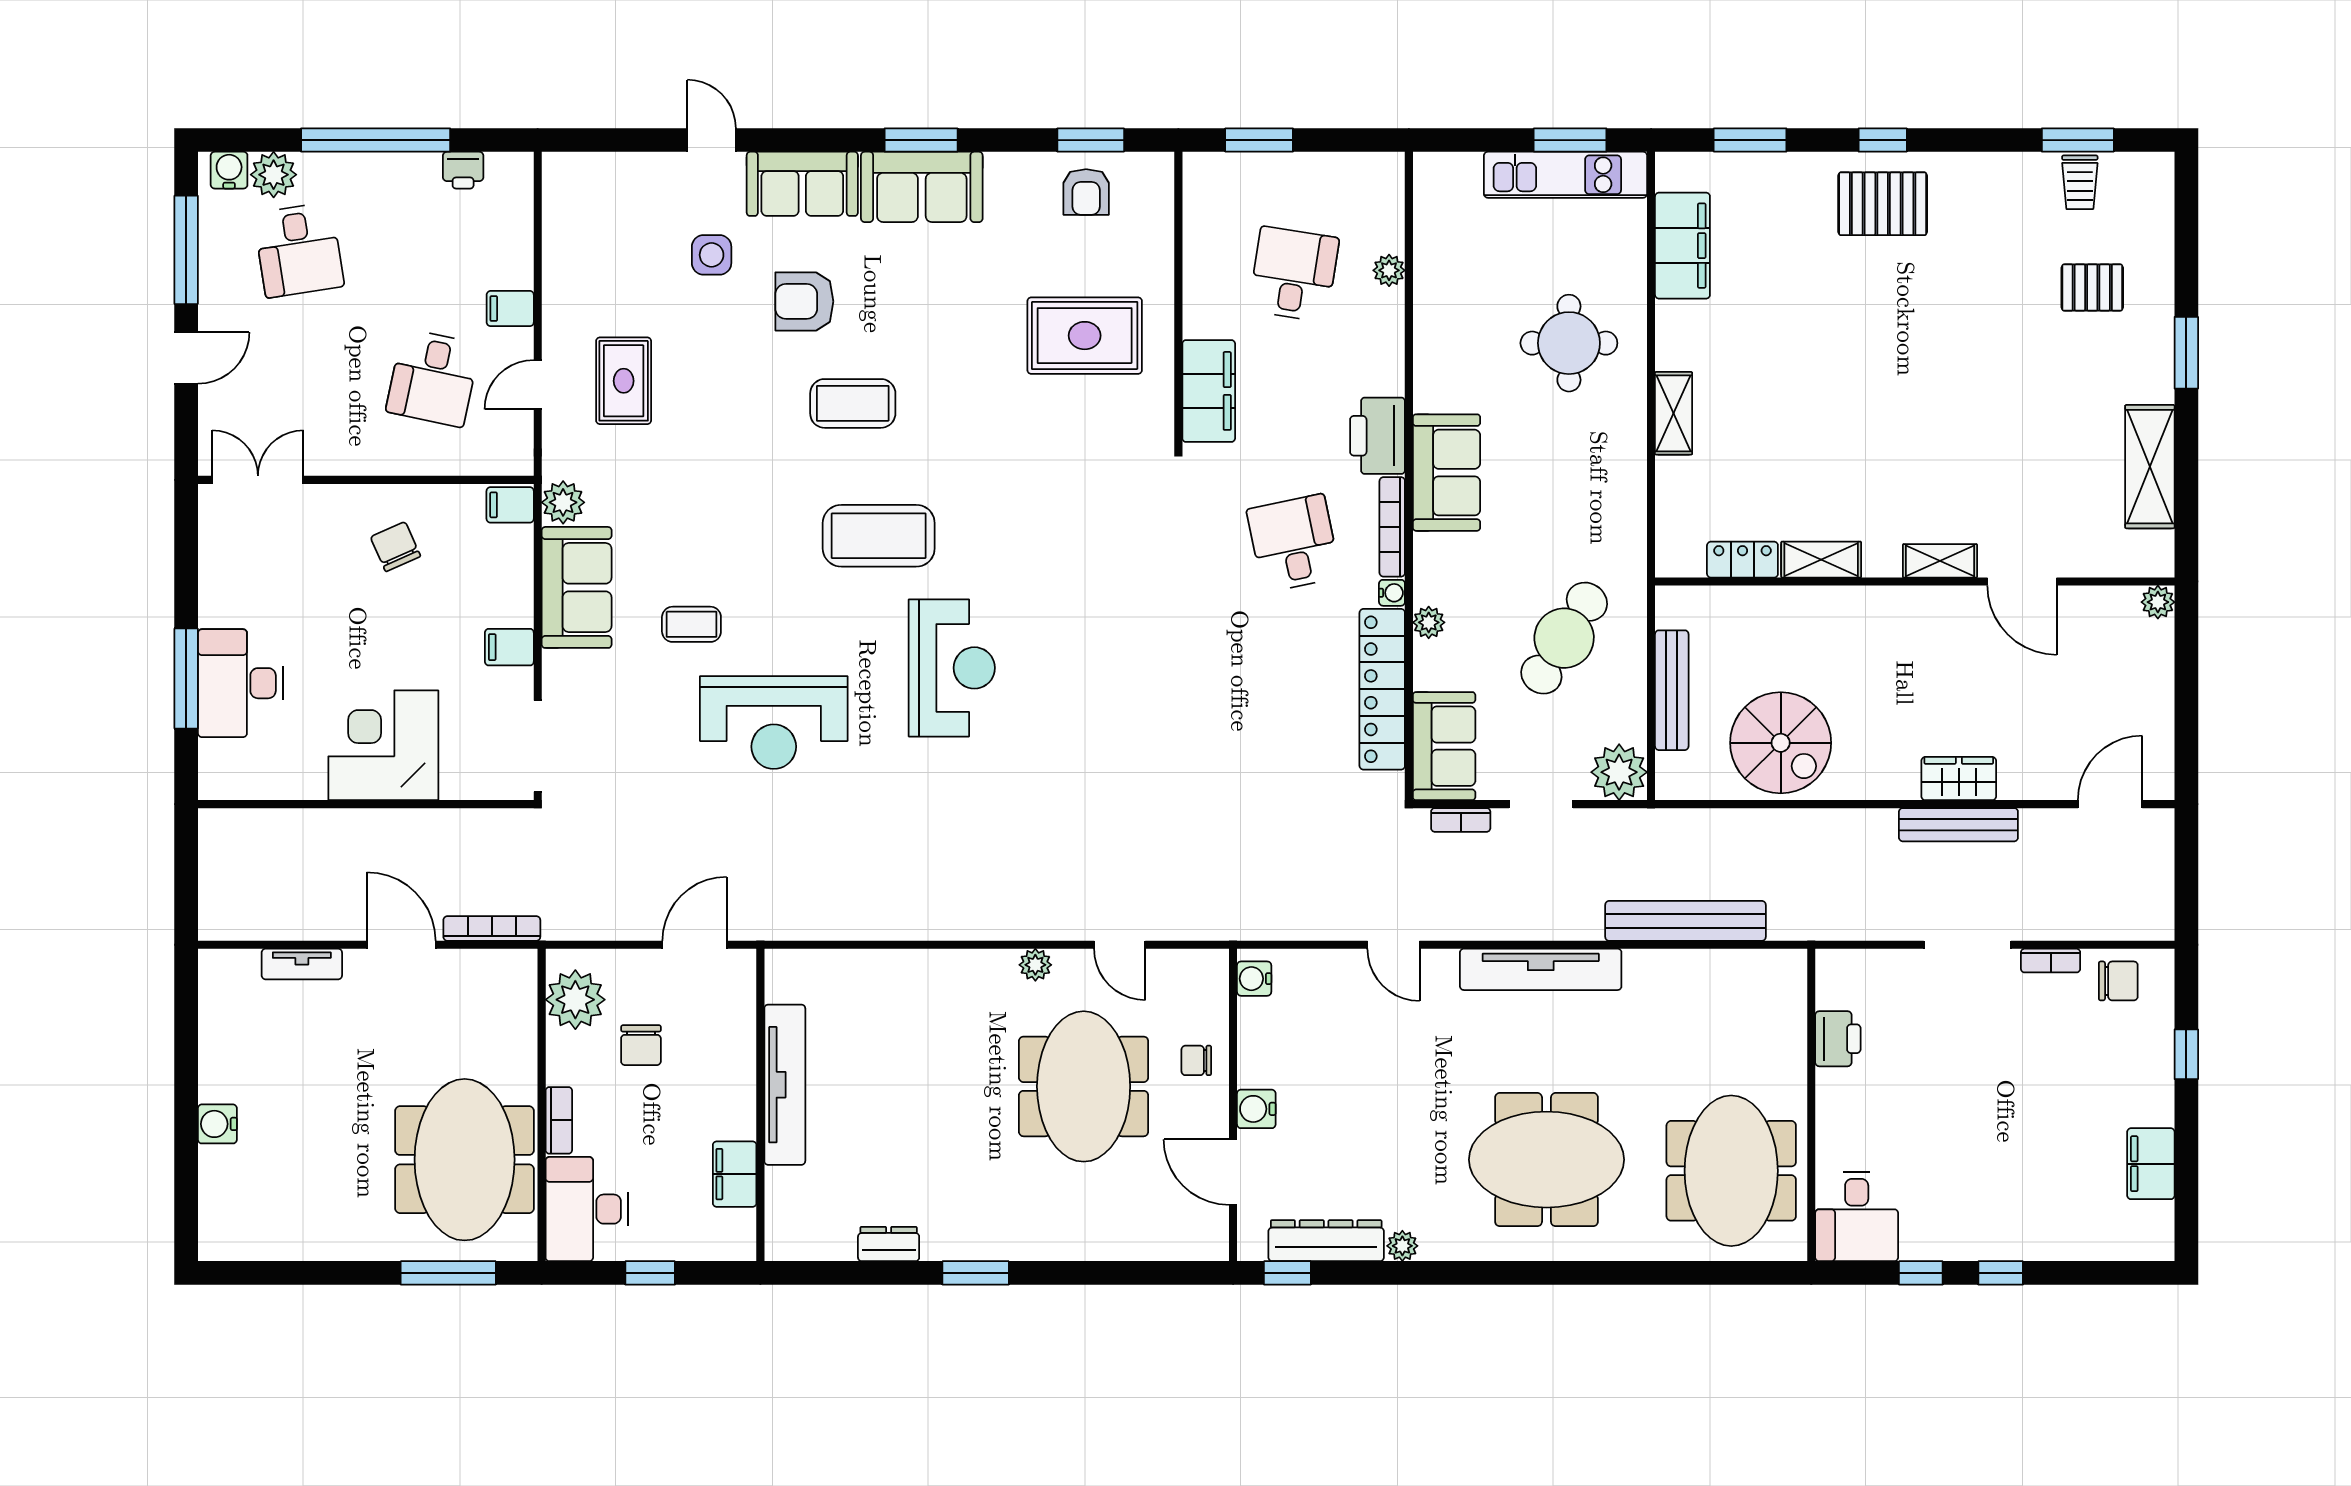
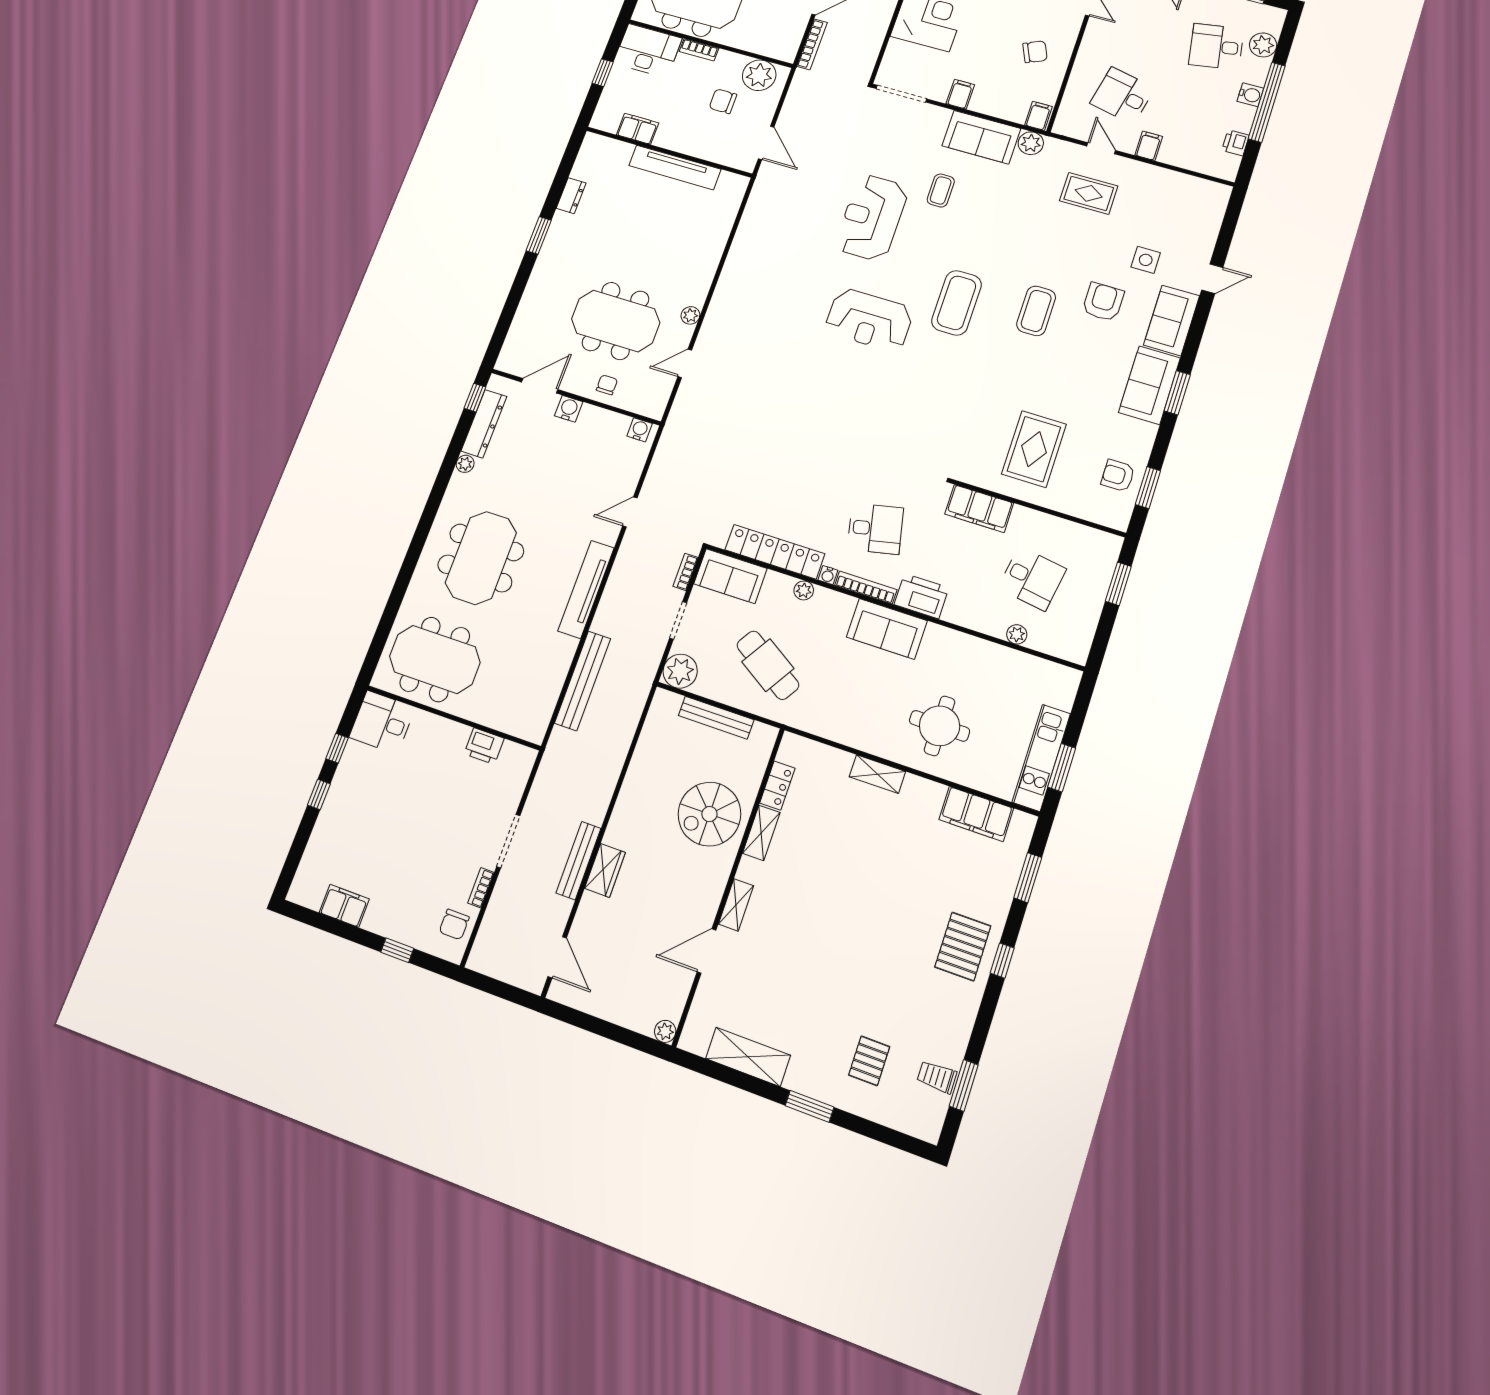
water cooler: (229, 170) -> (1250, 95), moved
spiral stairs: (1781, 743) -> (709, 814), moved

